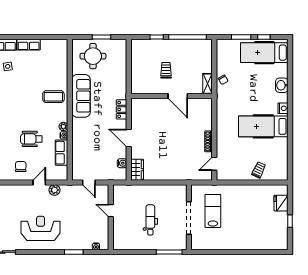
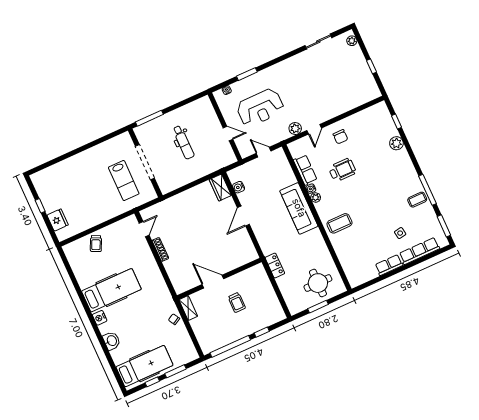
sofa: (81, 96) -> (299, 208), moved
locker: (121, 109) -> (275, 266), moved
door: (129, 138) -> (243, 216), swing flipped
reception desk: (41, 228) -> (260, 108), moved

